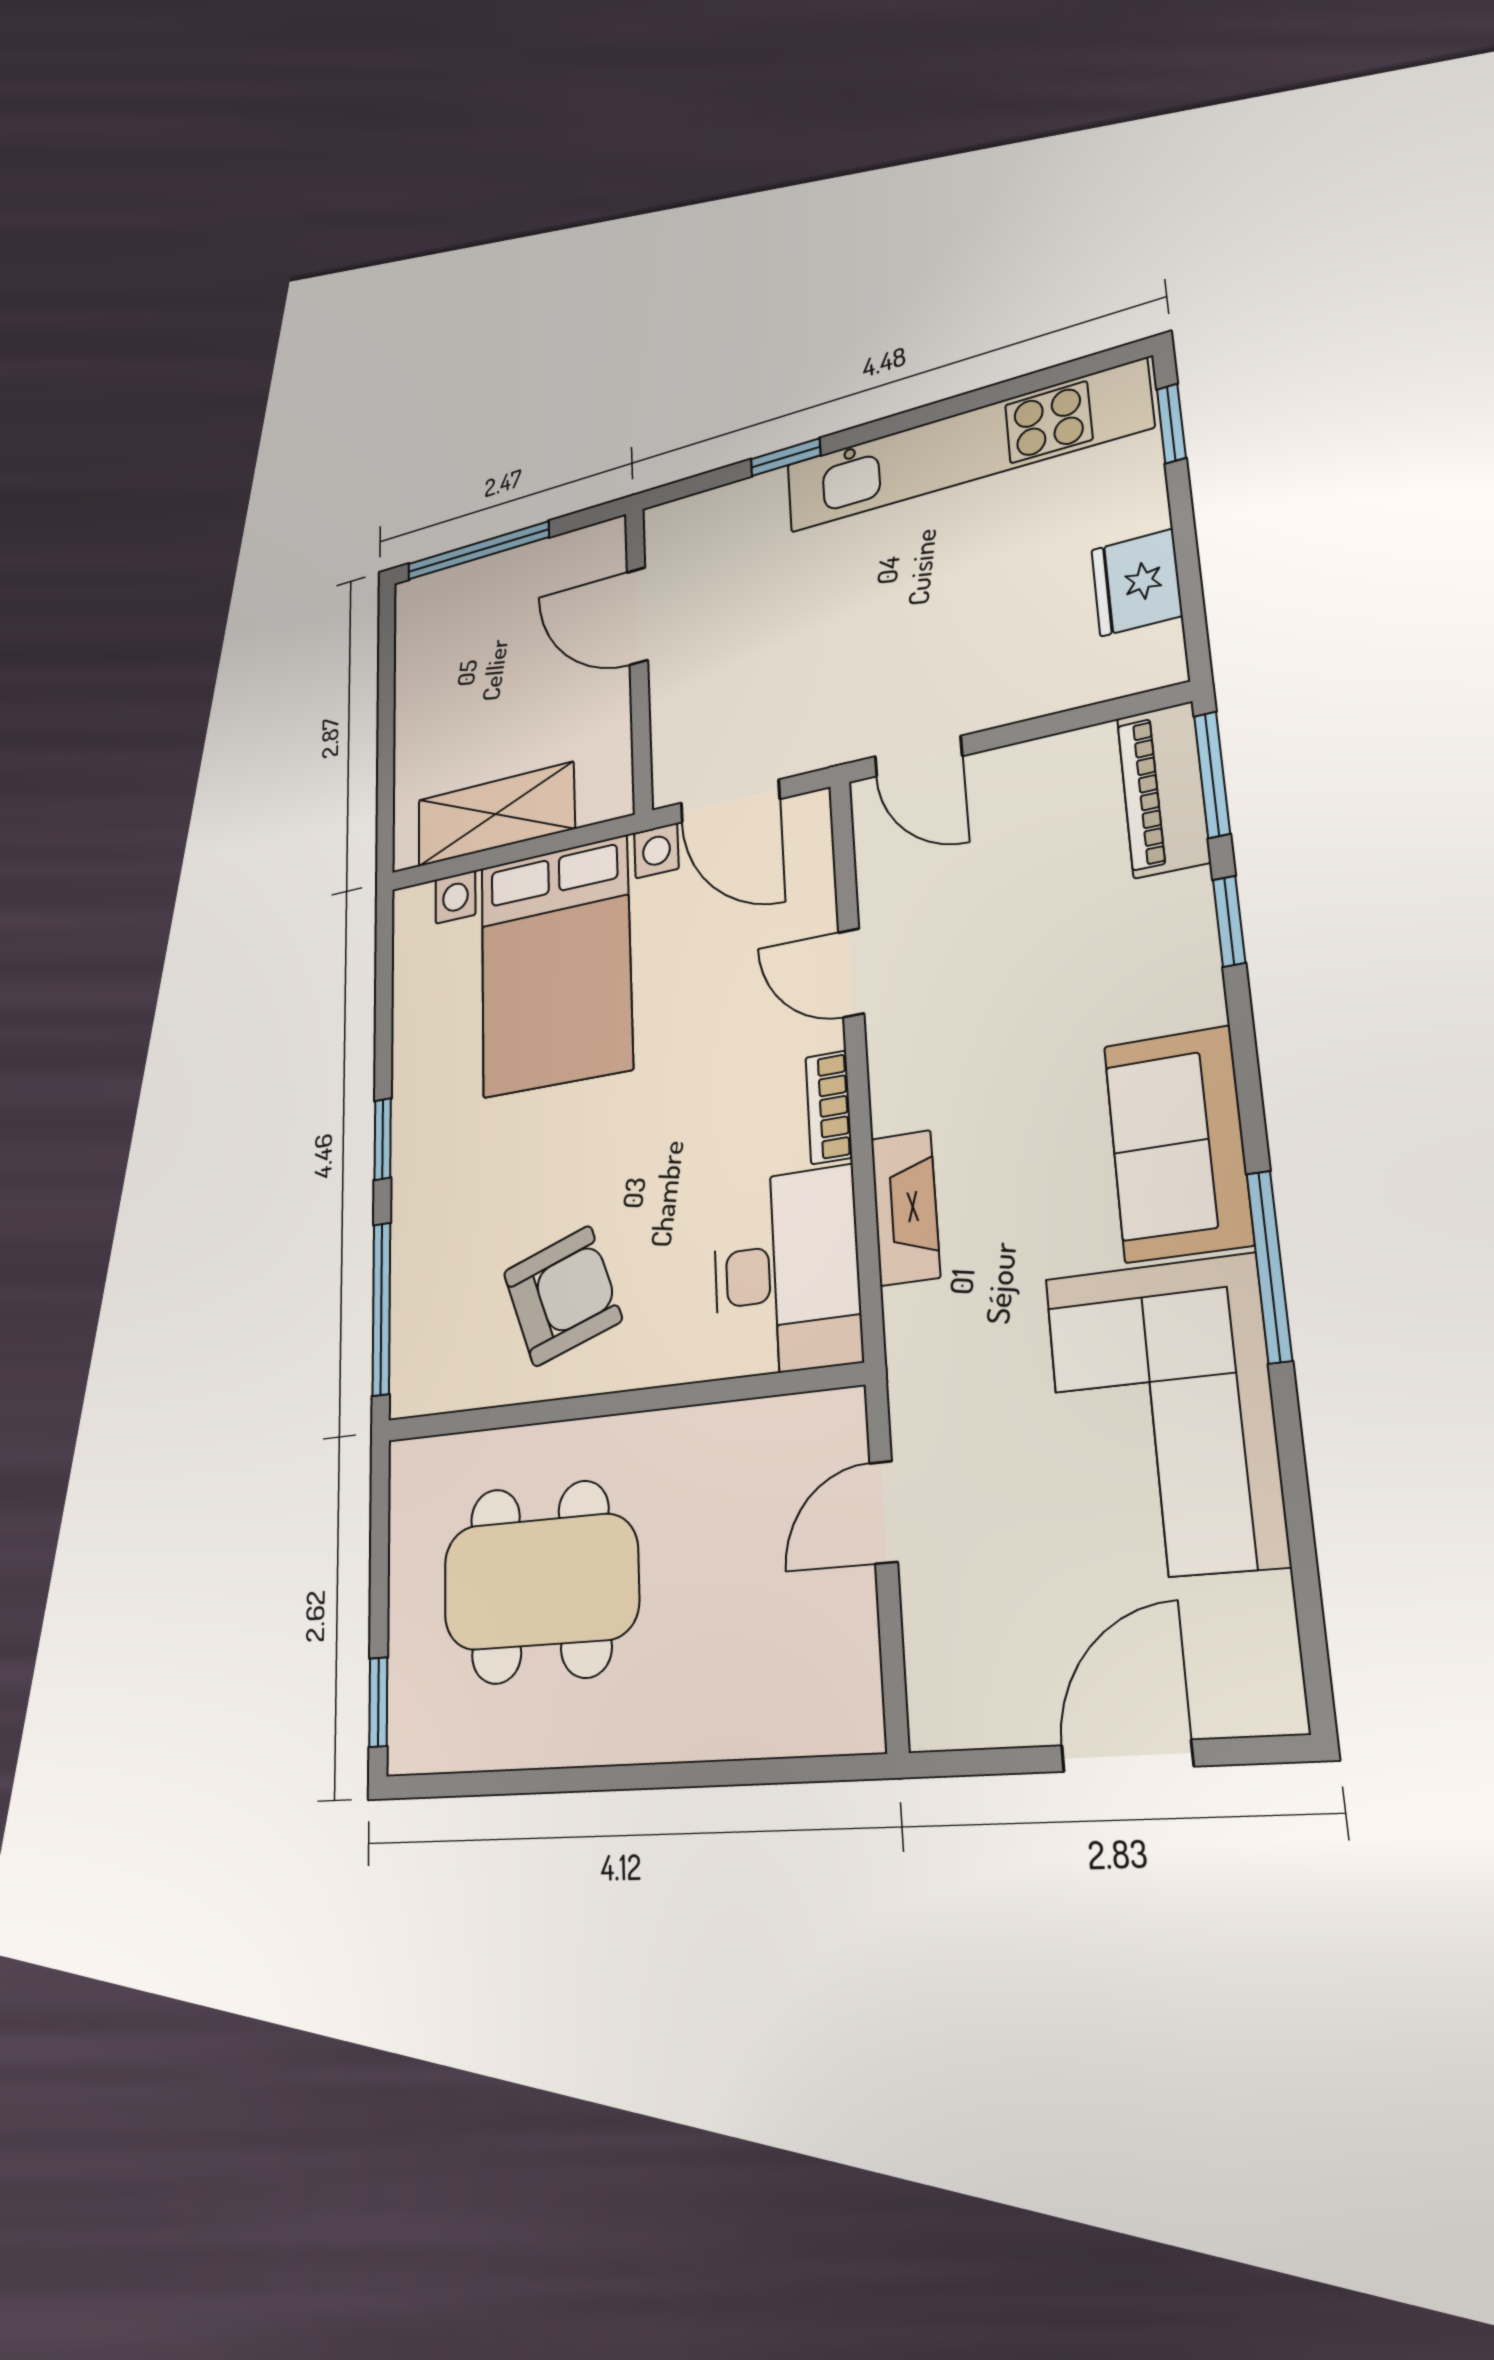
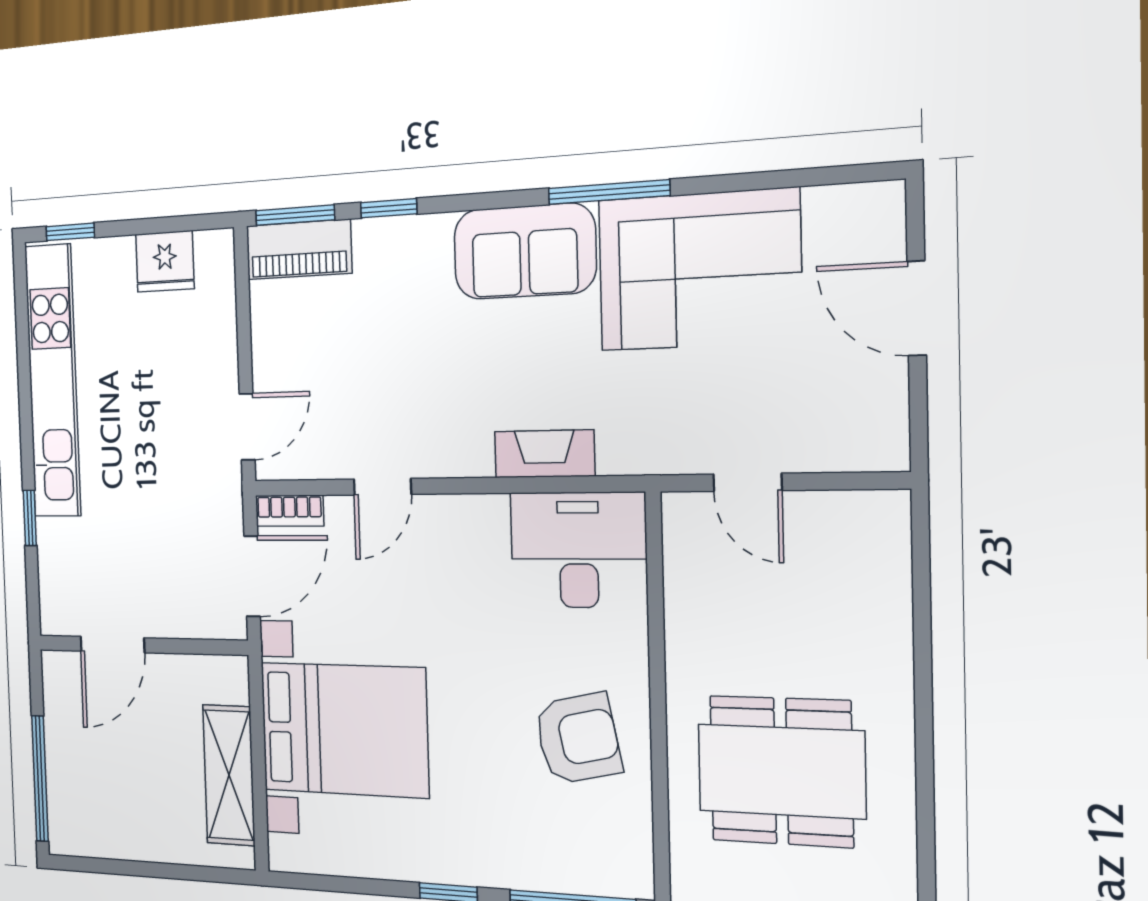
bookcase: (829, 1107) -> (289, 511), moved
armchair: (562, 1296) -> (578, 738), turned 97
dining table: (540, 1582) -> (781, 771), turned 90

